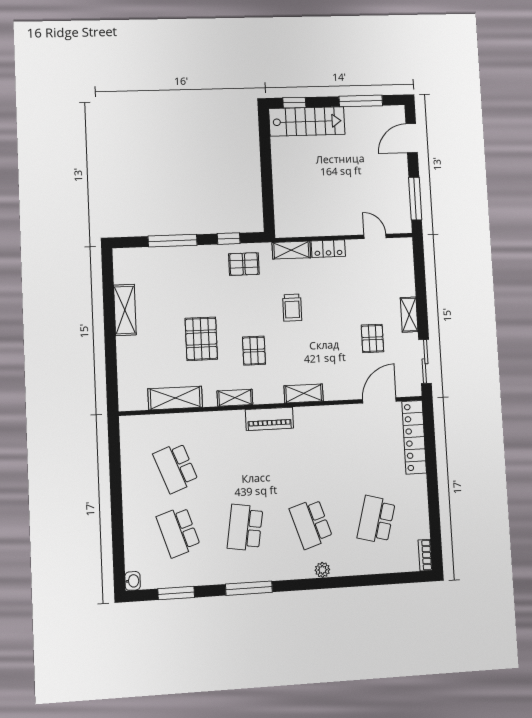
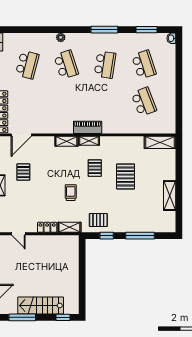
stairs: (307, 121) -> (41, 306), moved
shelving: (175, 398) -> (160, 142), moved
shelving: (235, 398) -> (89, 141), moved

